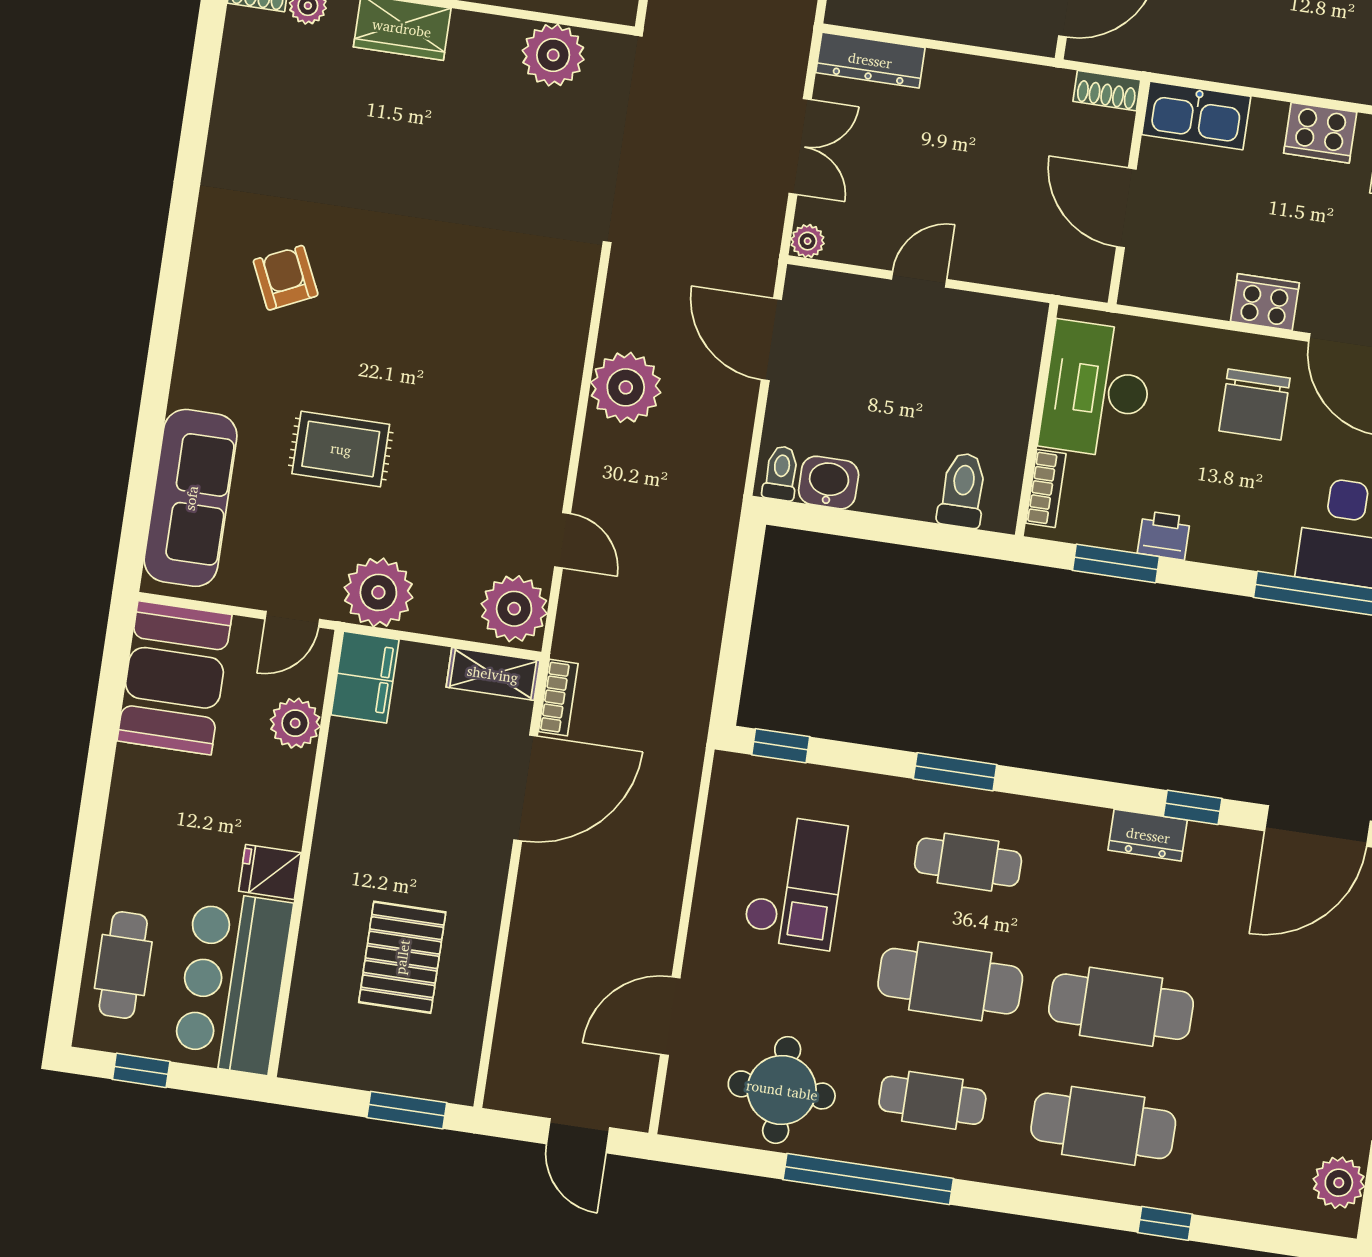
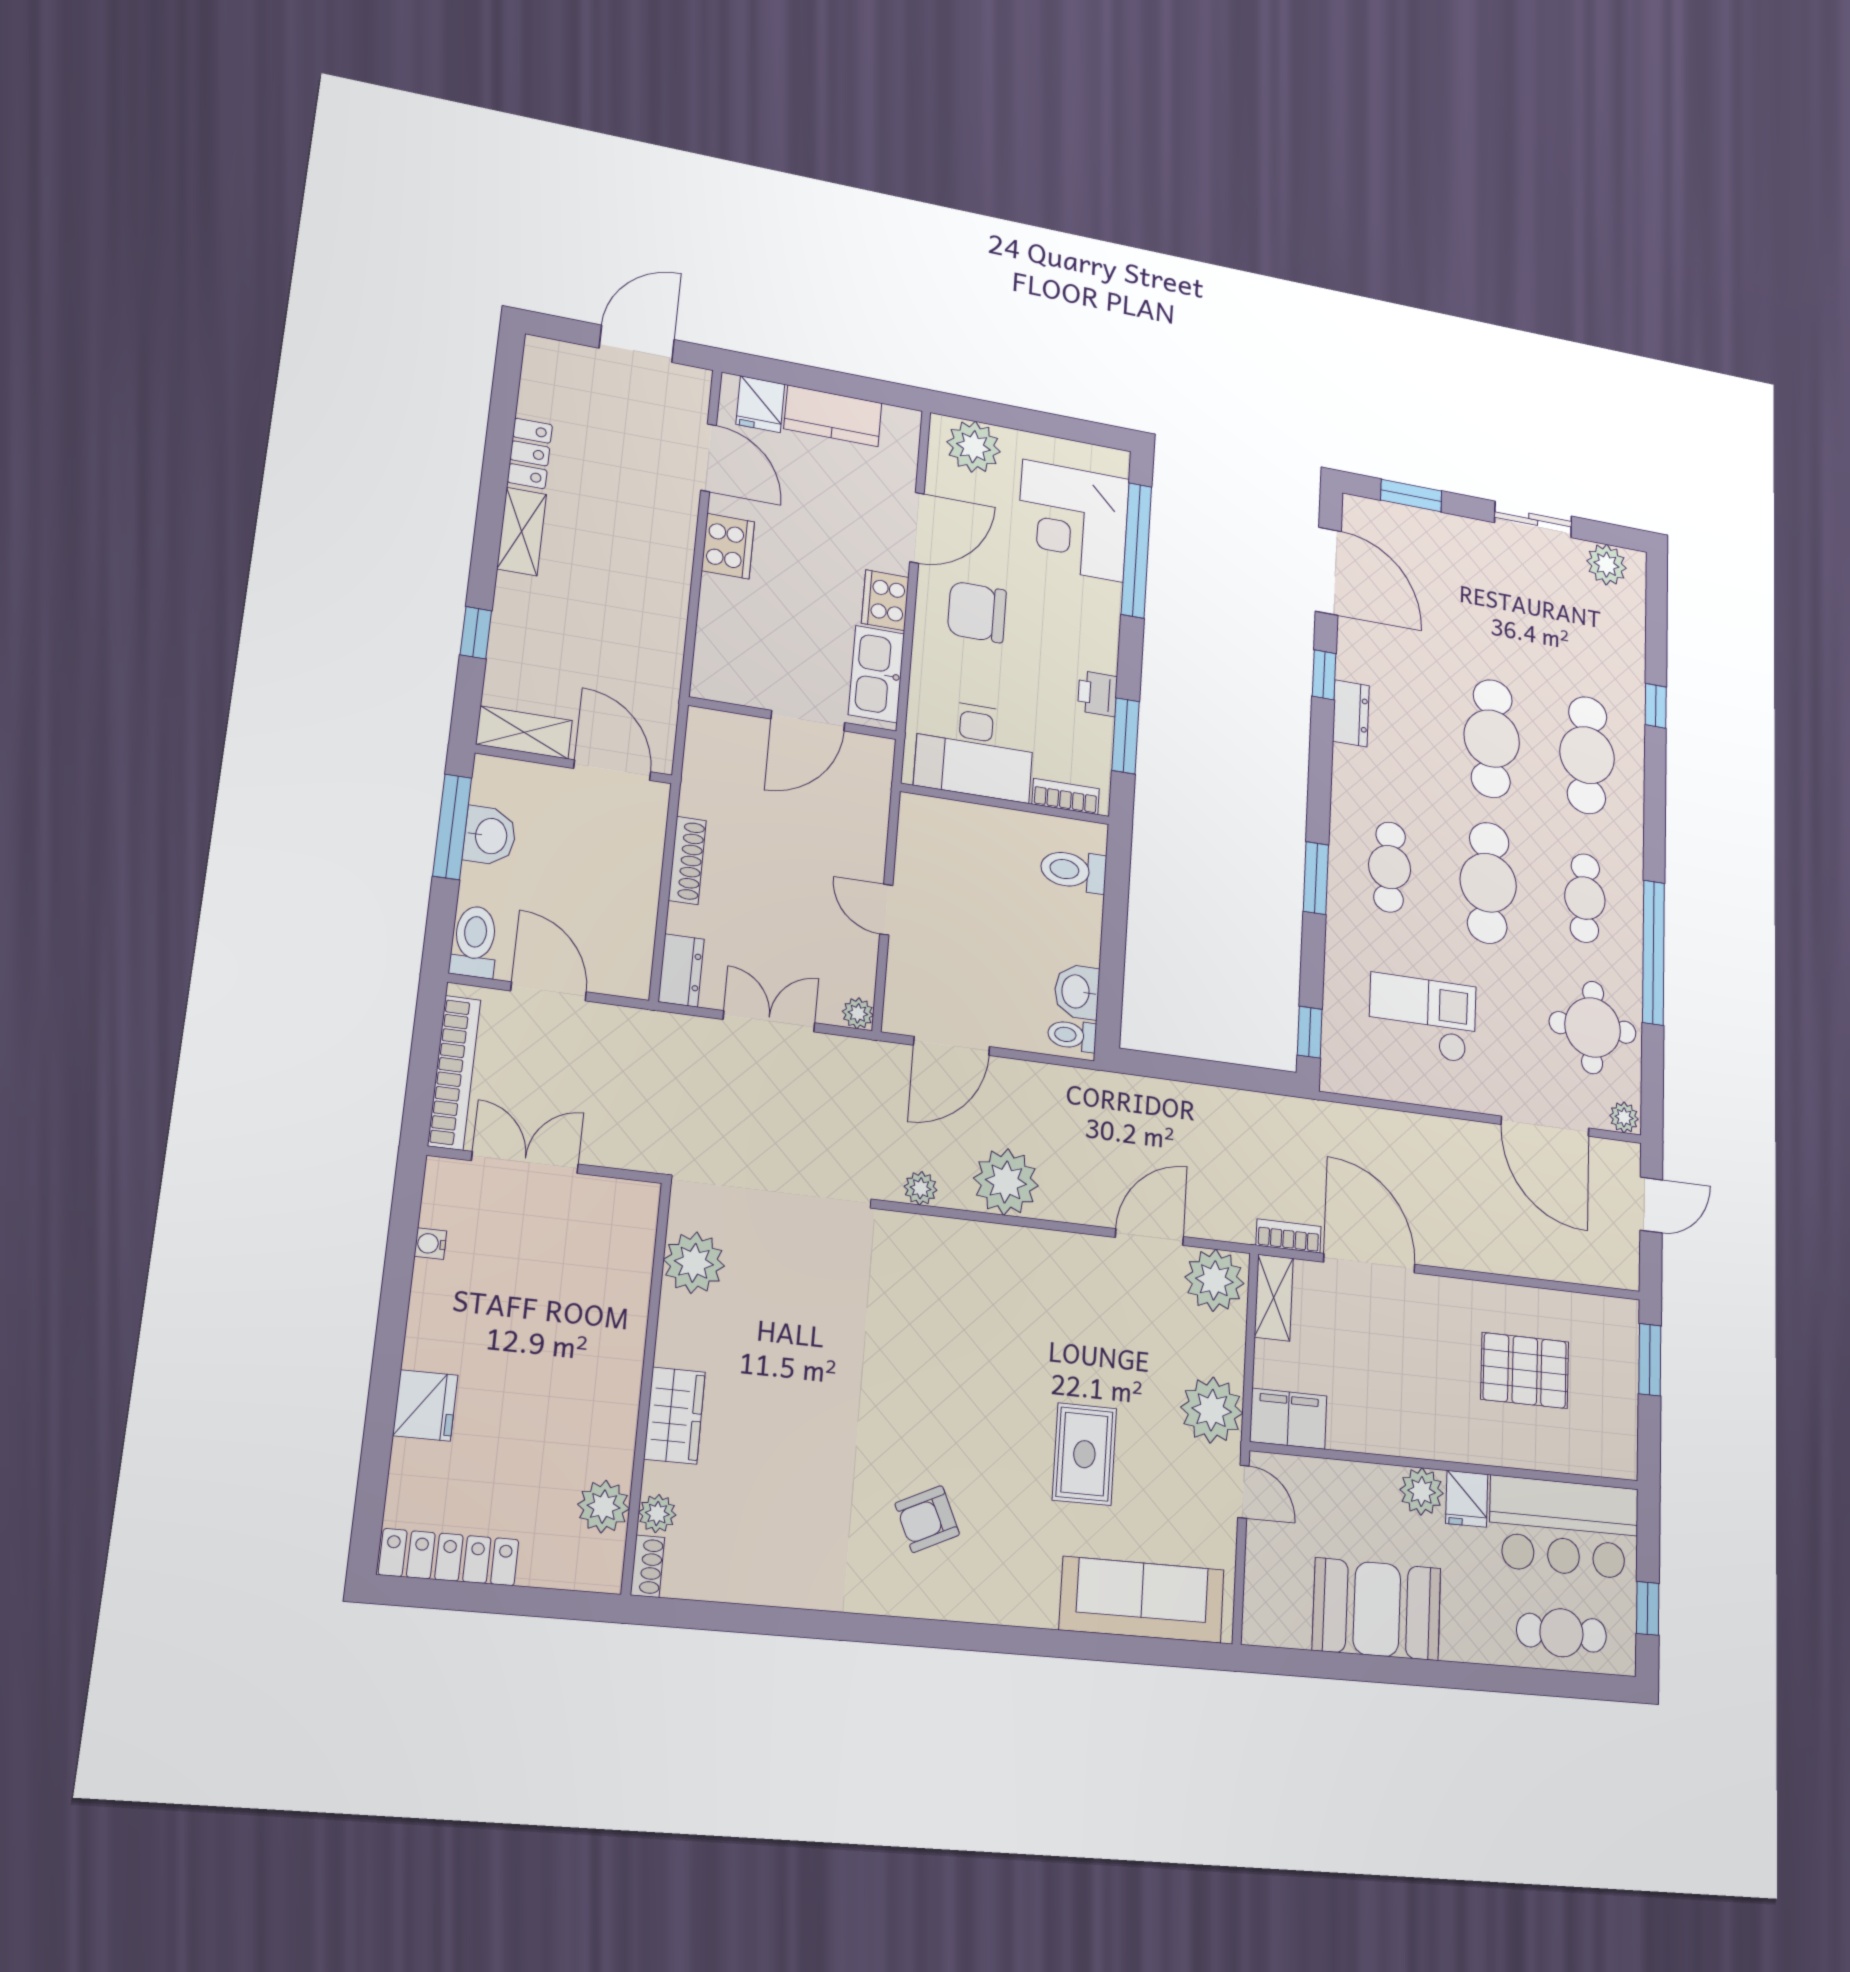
dresser: (870, 60) -> (681, 970), width x0.70
shoe rack: (1107, 91) -> (687, 860), moved, width x1.43
kitchen sink: (1196, 116) -> (876, 674), moved, turned 180
plant: (622, 295) -> (921, 1188), added
chair: (1255, 404) -> (977, 612), turned 180
door: (563, 540) -> (1149, 1237), width x1.38
booth: (174, 678) -> (1377, 1609), moved
plant: (295, 723) -> (1422, 1491), moved
door: (670, 1016) -> (1545, 1126), width x1.36
plant: (678, 1115) -> (1624, 1117), added

